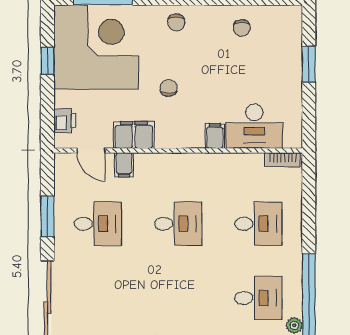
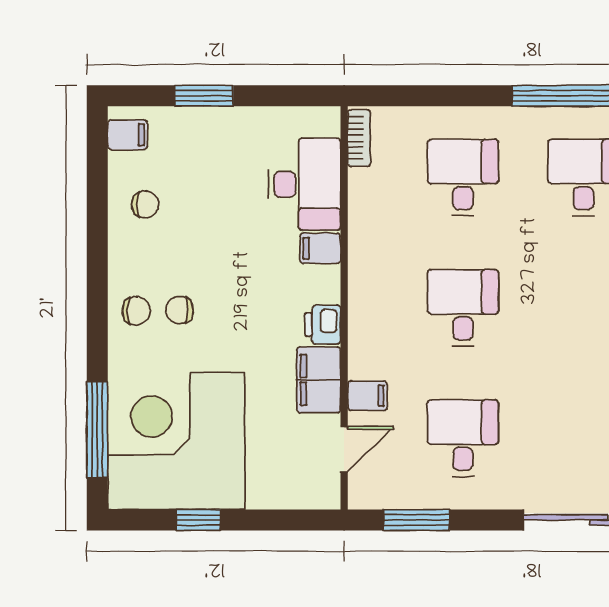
filing cabinet: (285, 17) -> (127, 135), added
chair: (169, 88) -> (180, 310), moved
printer: (65, 121) -> (323, 325), moved, turned -90
window: (47, 216) -> (416, 520), moved

